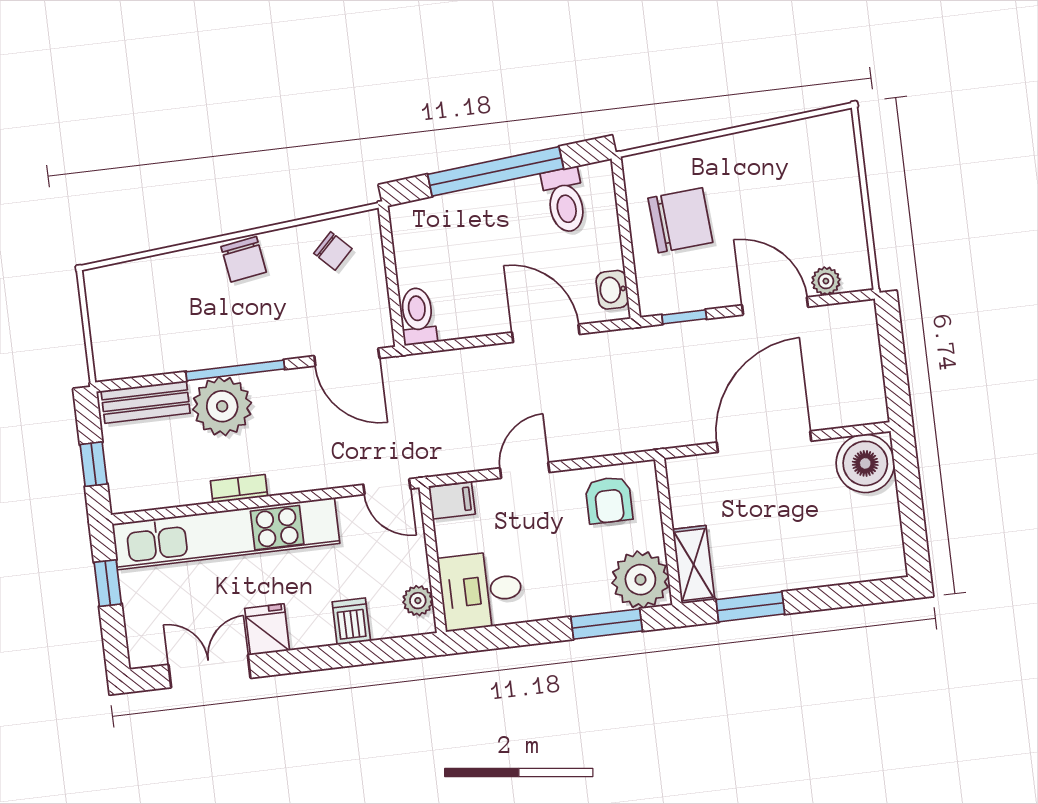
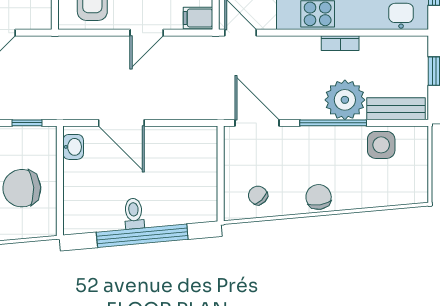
toilet: (565, 200) -> (134, 214), moved, width x0.73, depth x0.72
toilet: (418, 316) -> (206, 145), removed
side table: (161, 347) -> (381, 145), added

